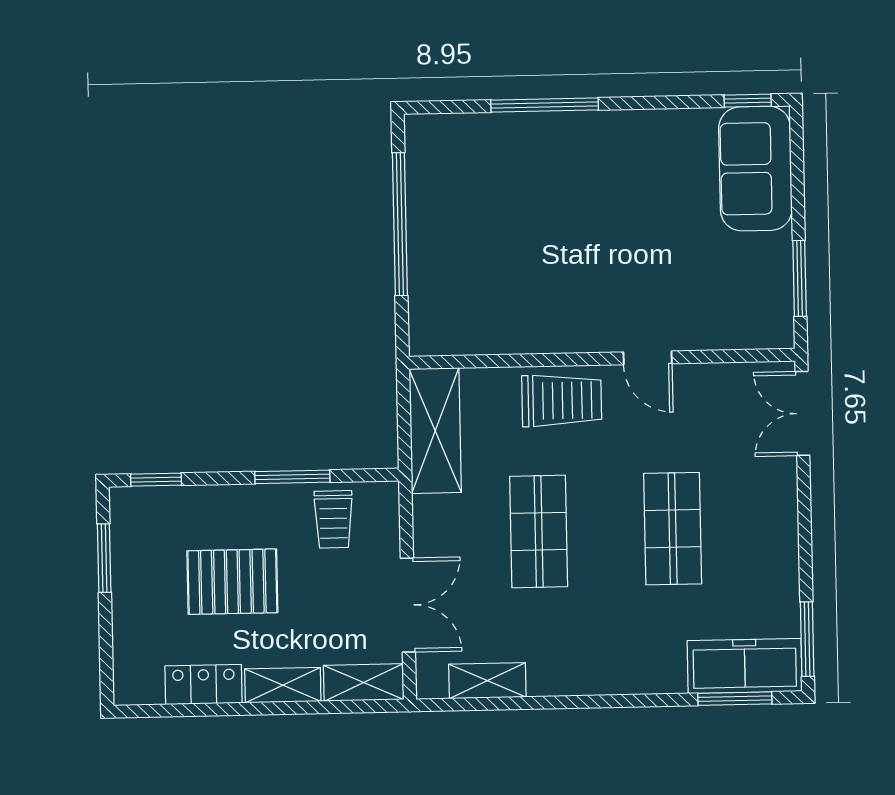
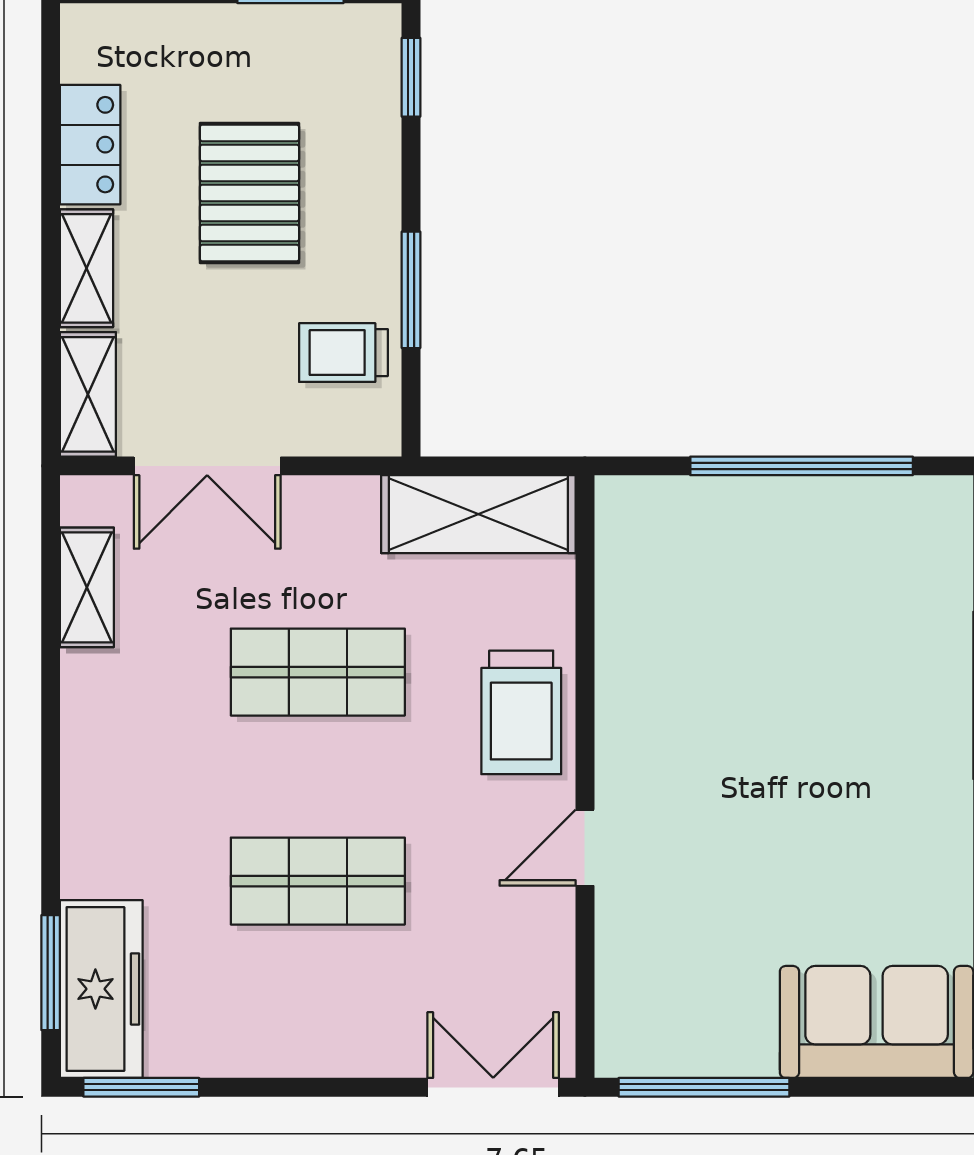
window: (800, 278) -> (704, 1087), width x1.44

